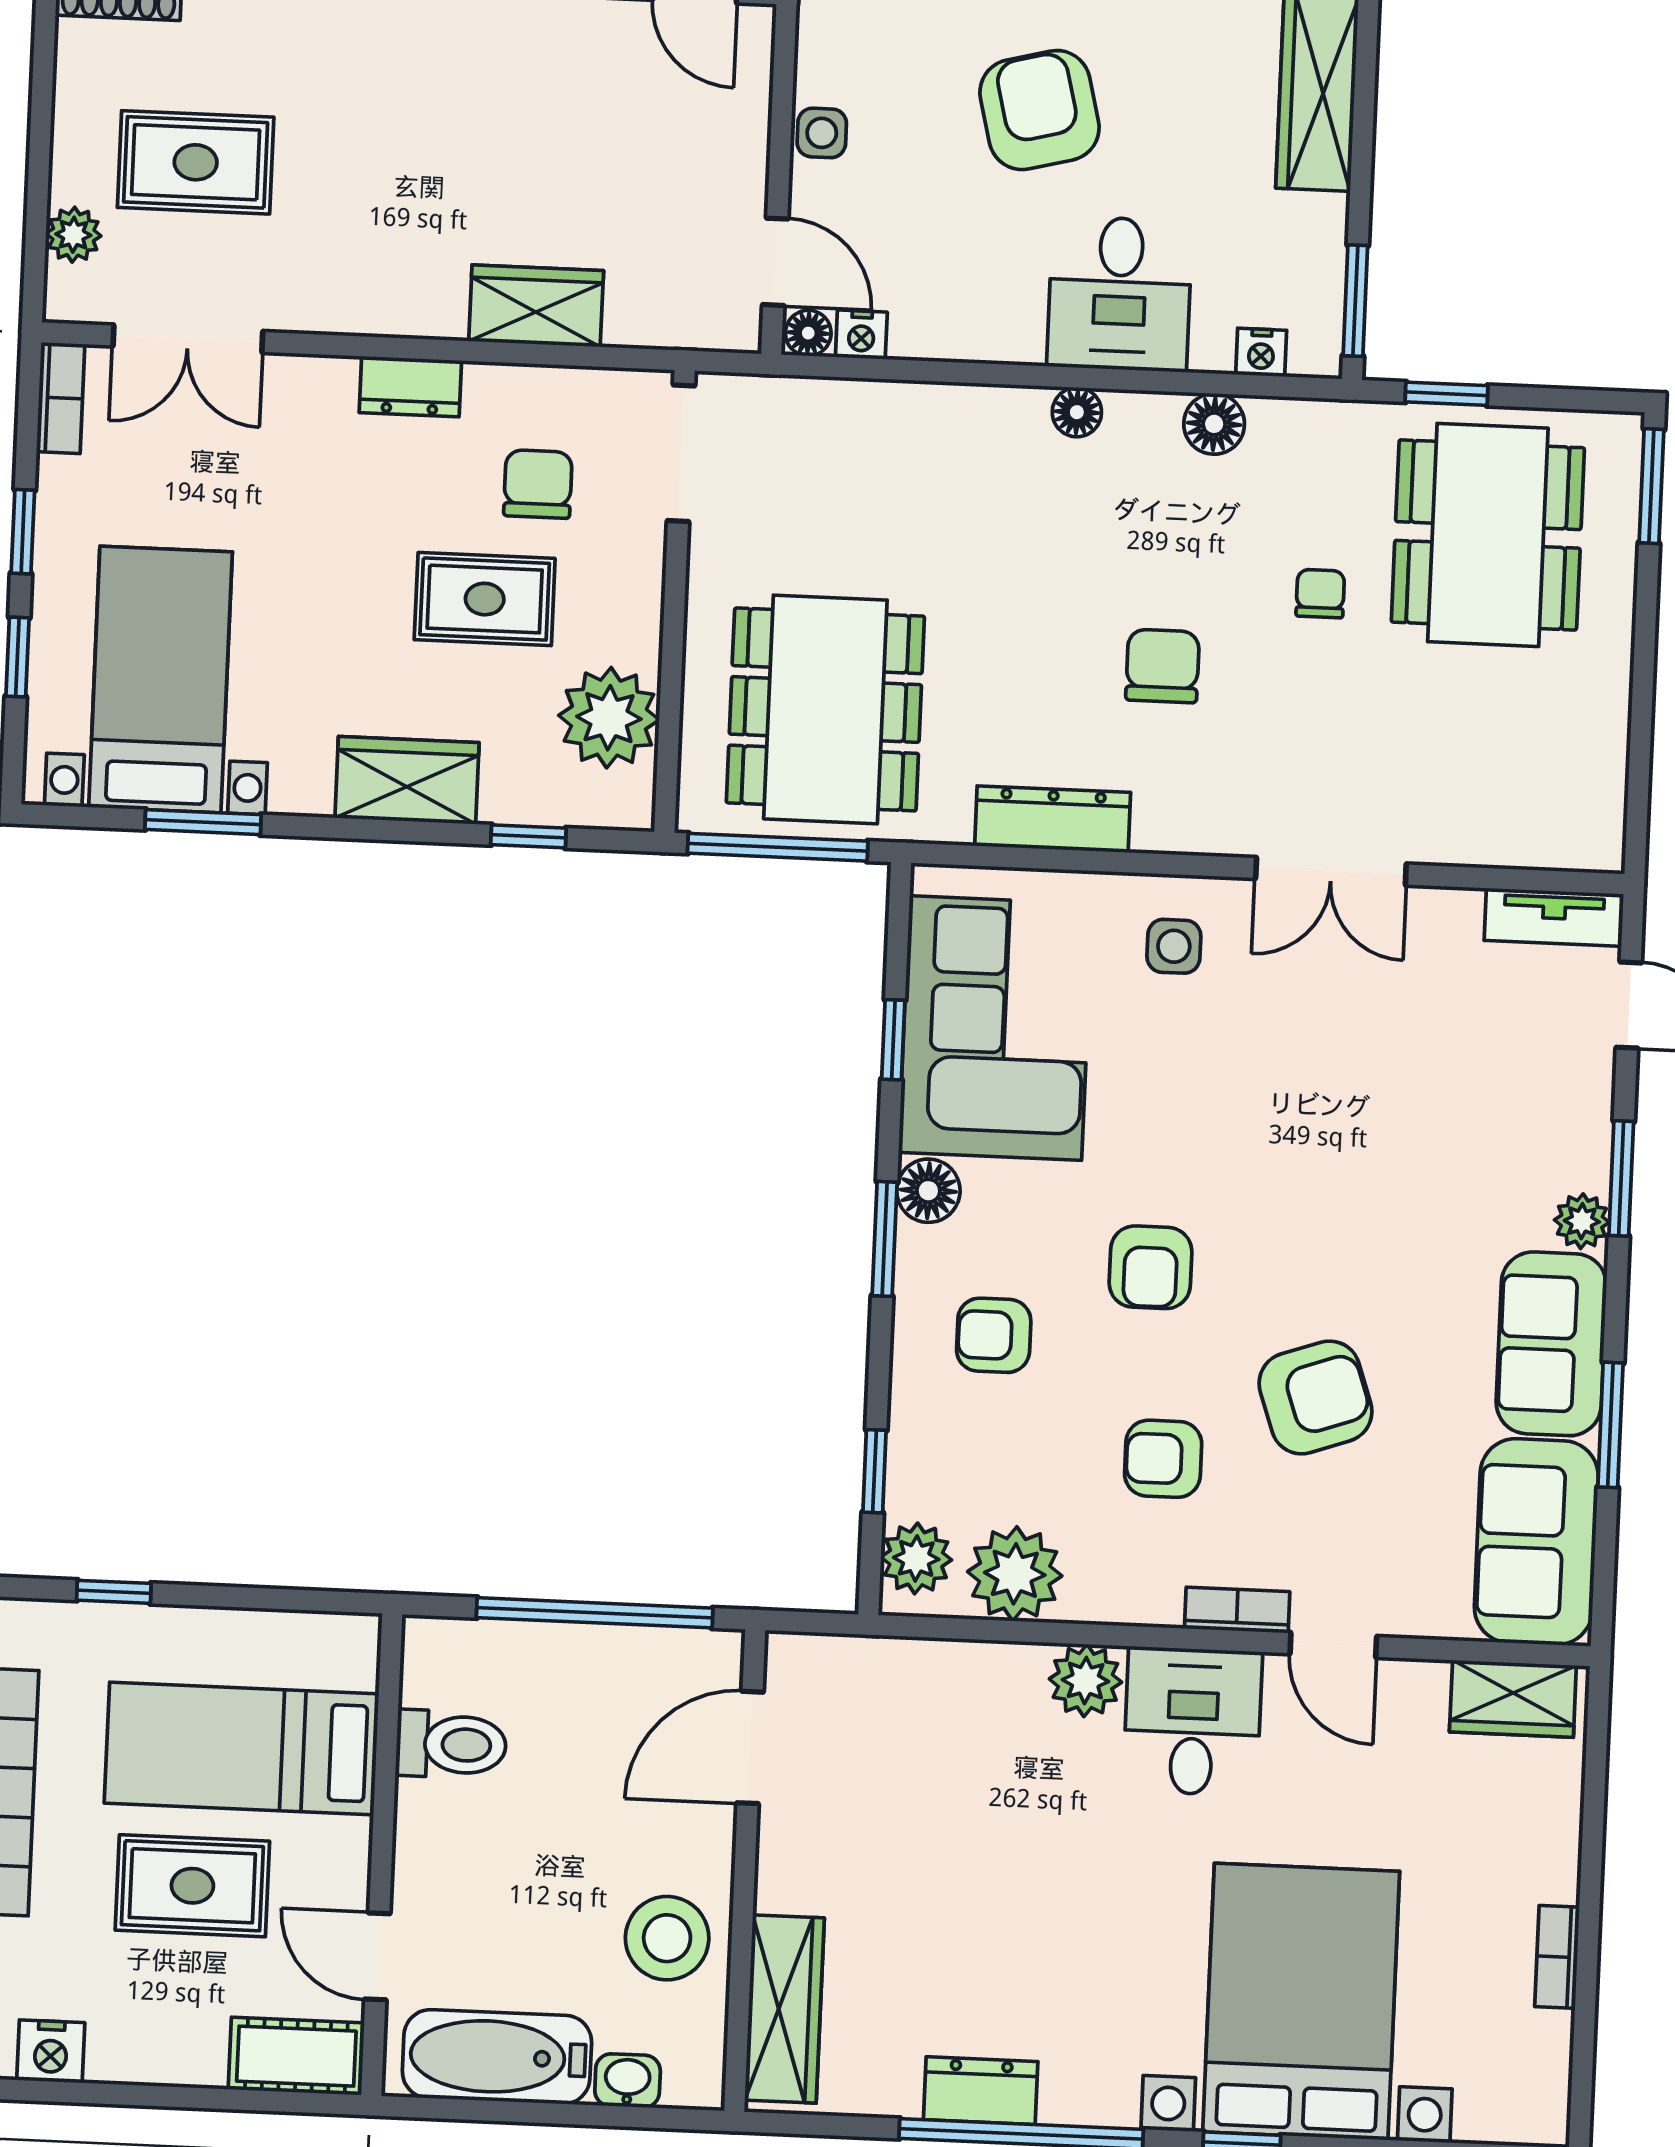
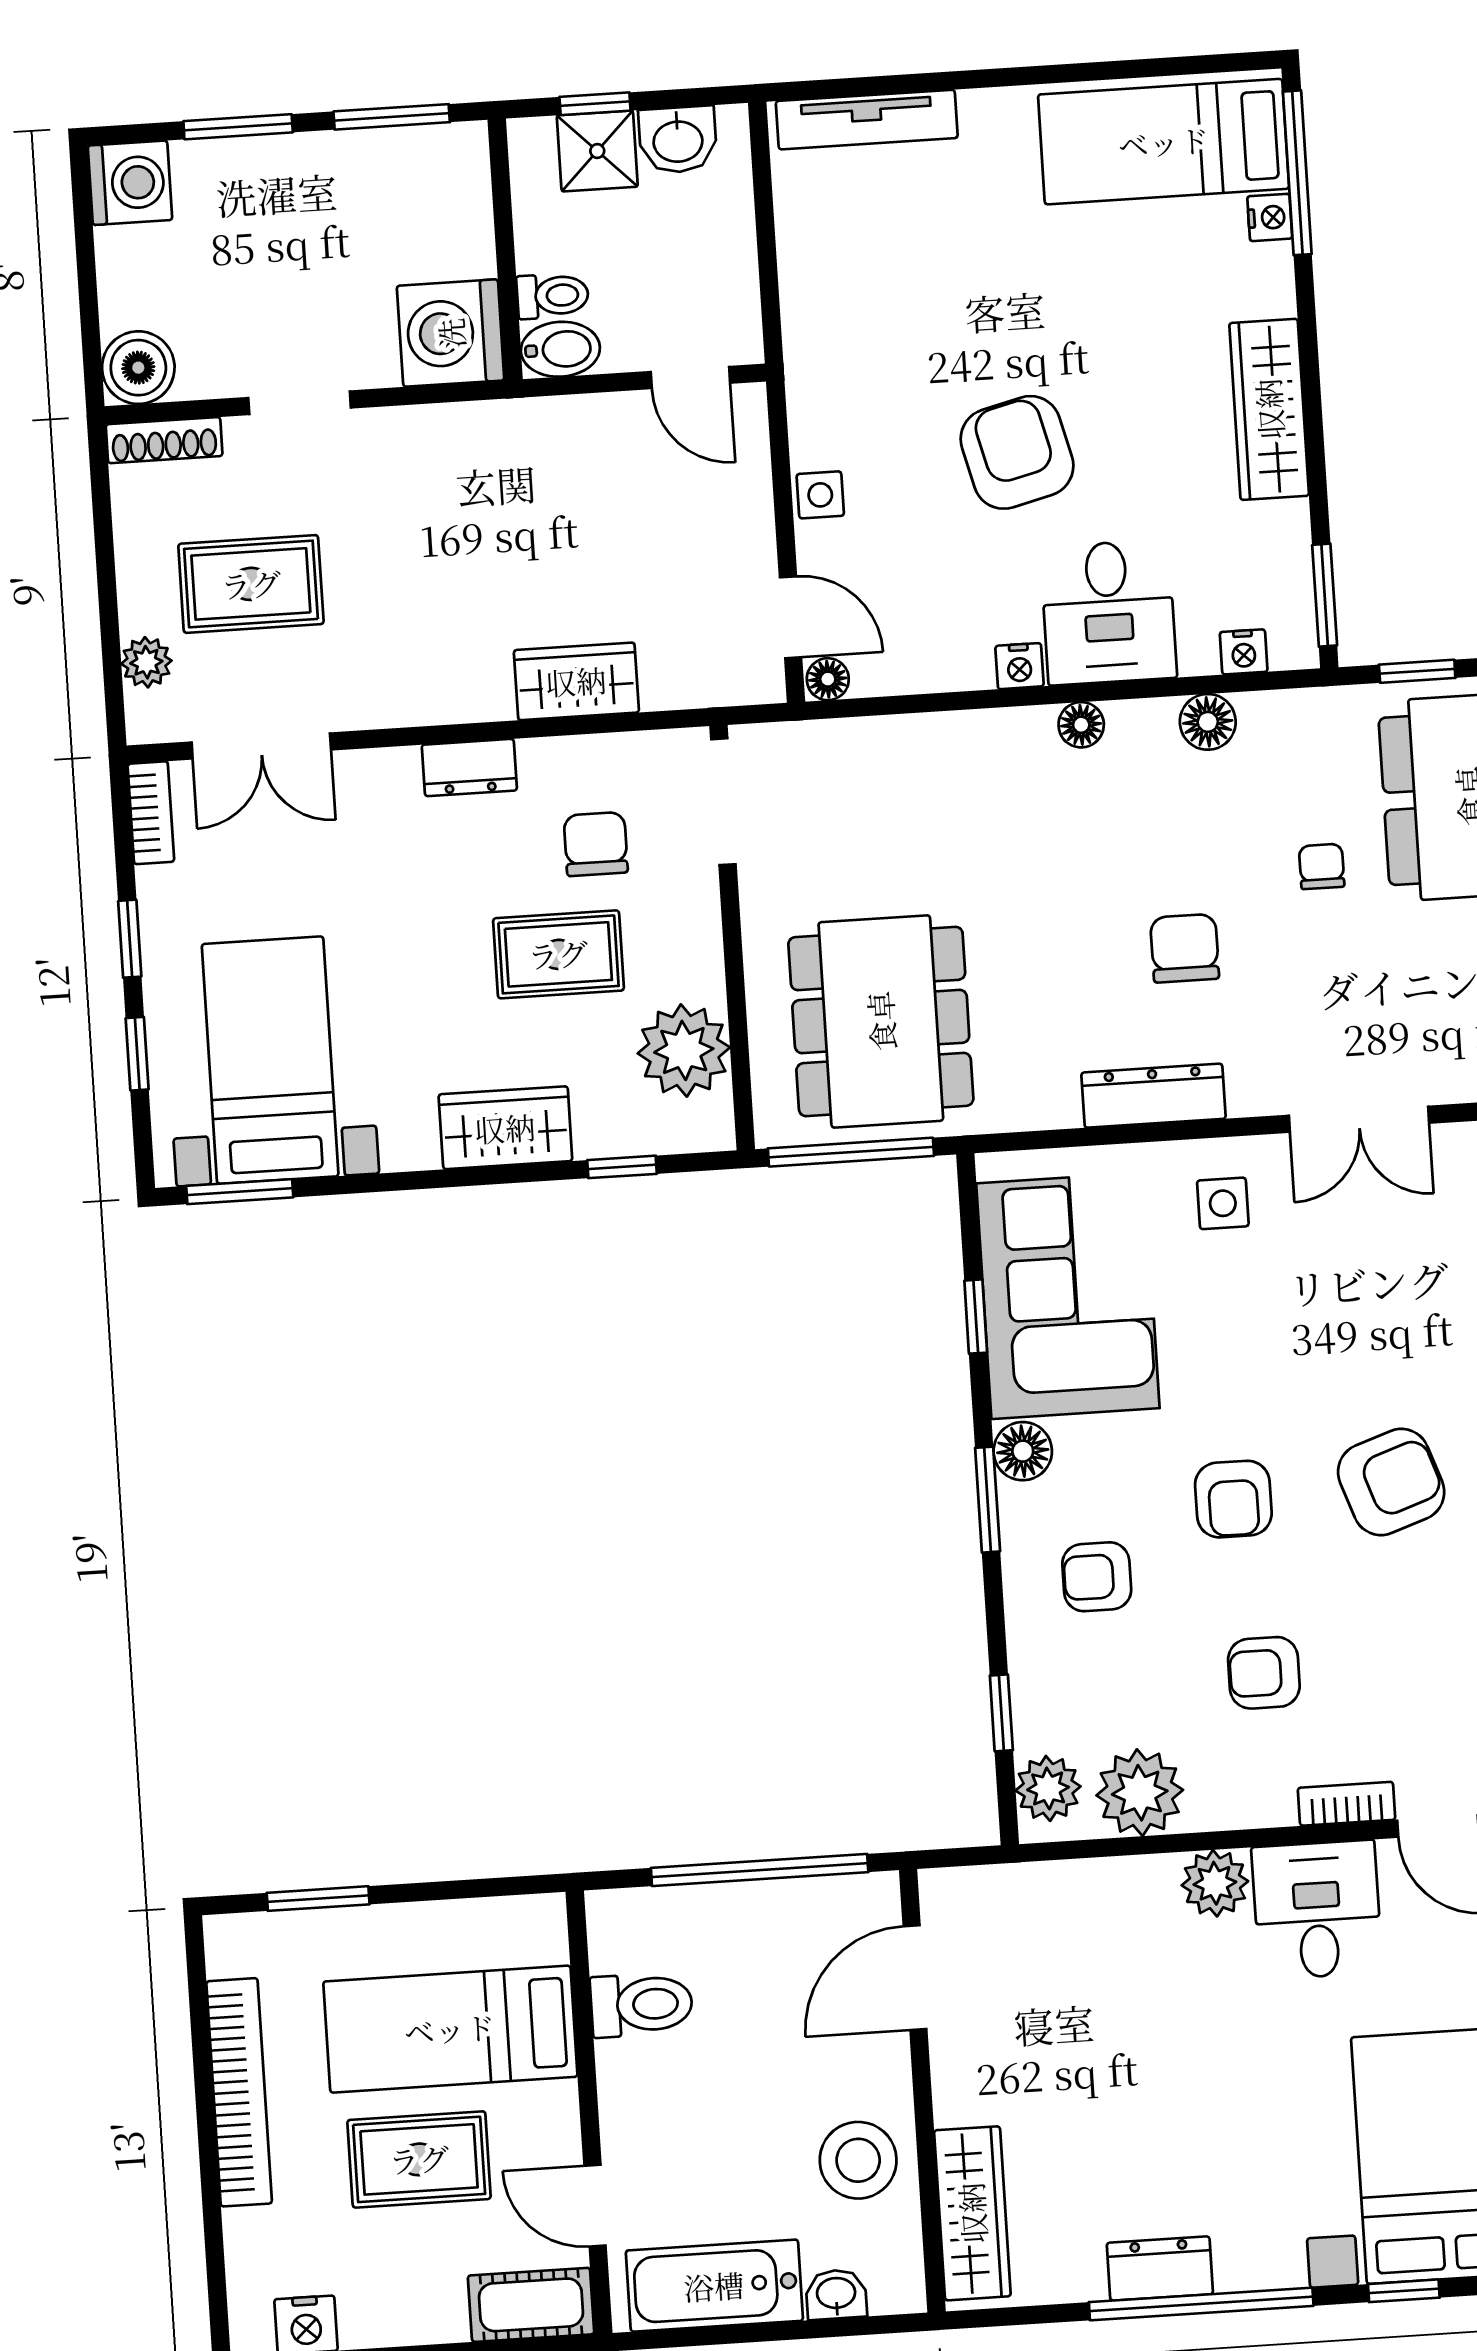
nightstand: (861, 335) -> (1019, 666), moved
dresser: (1053, 819) -> (1153, 1096), moved
window: (203, 822) -> (240, 1192), moved
armchair: (1315, 1397) -> (1391, 1482), moved
window: (114, 1592) -> (318, 1899), width x1.50

